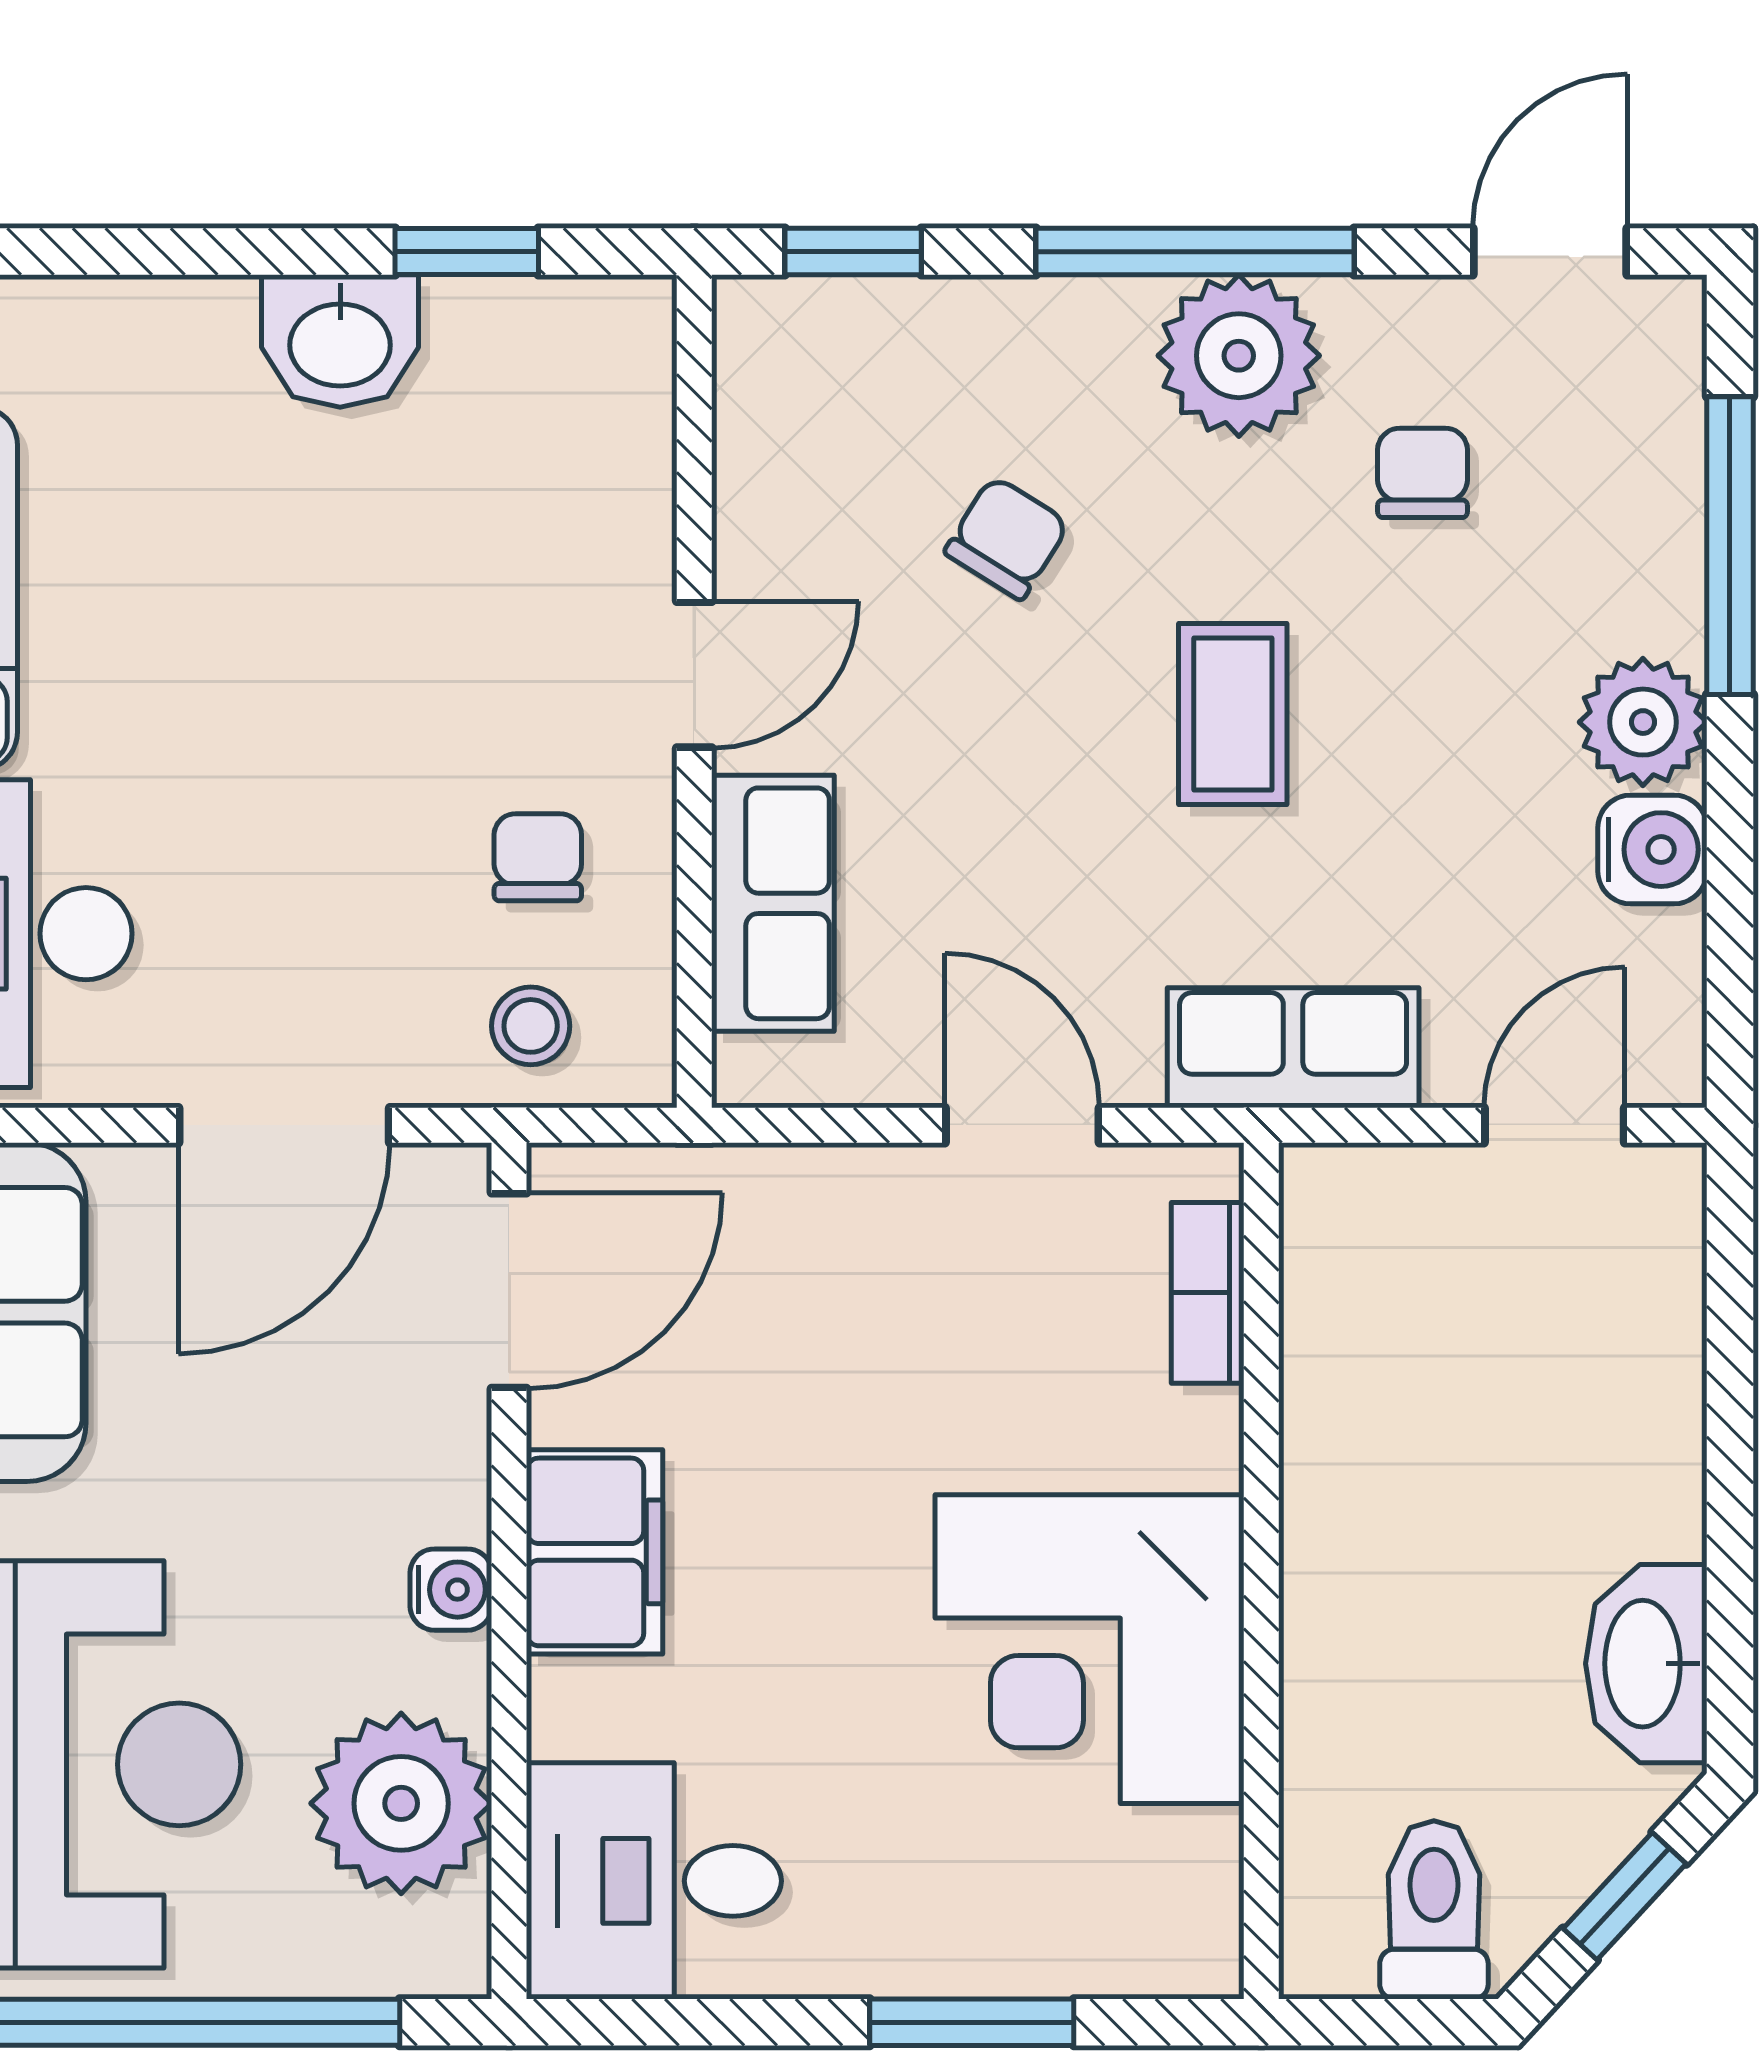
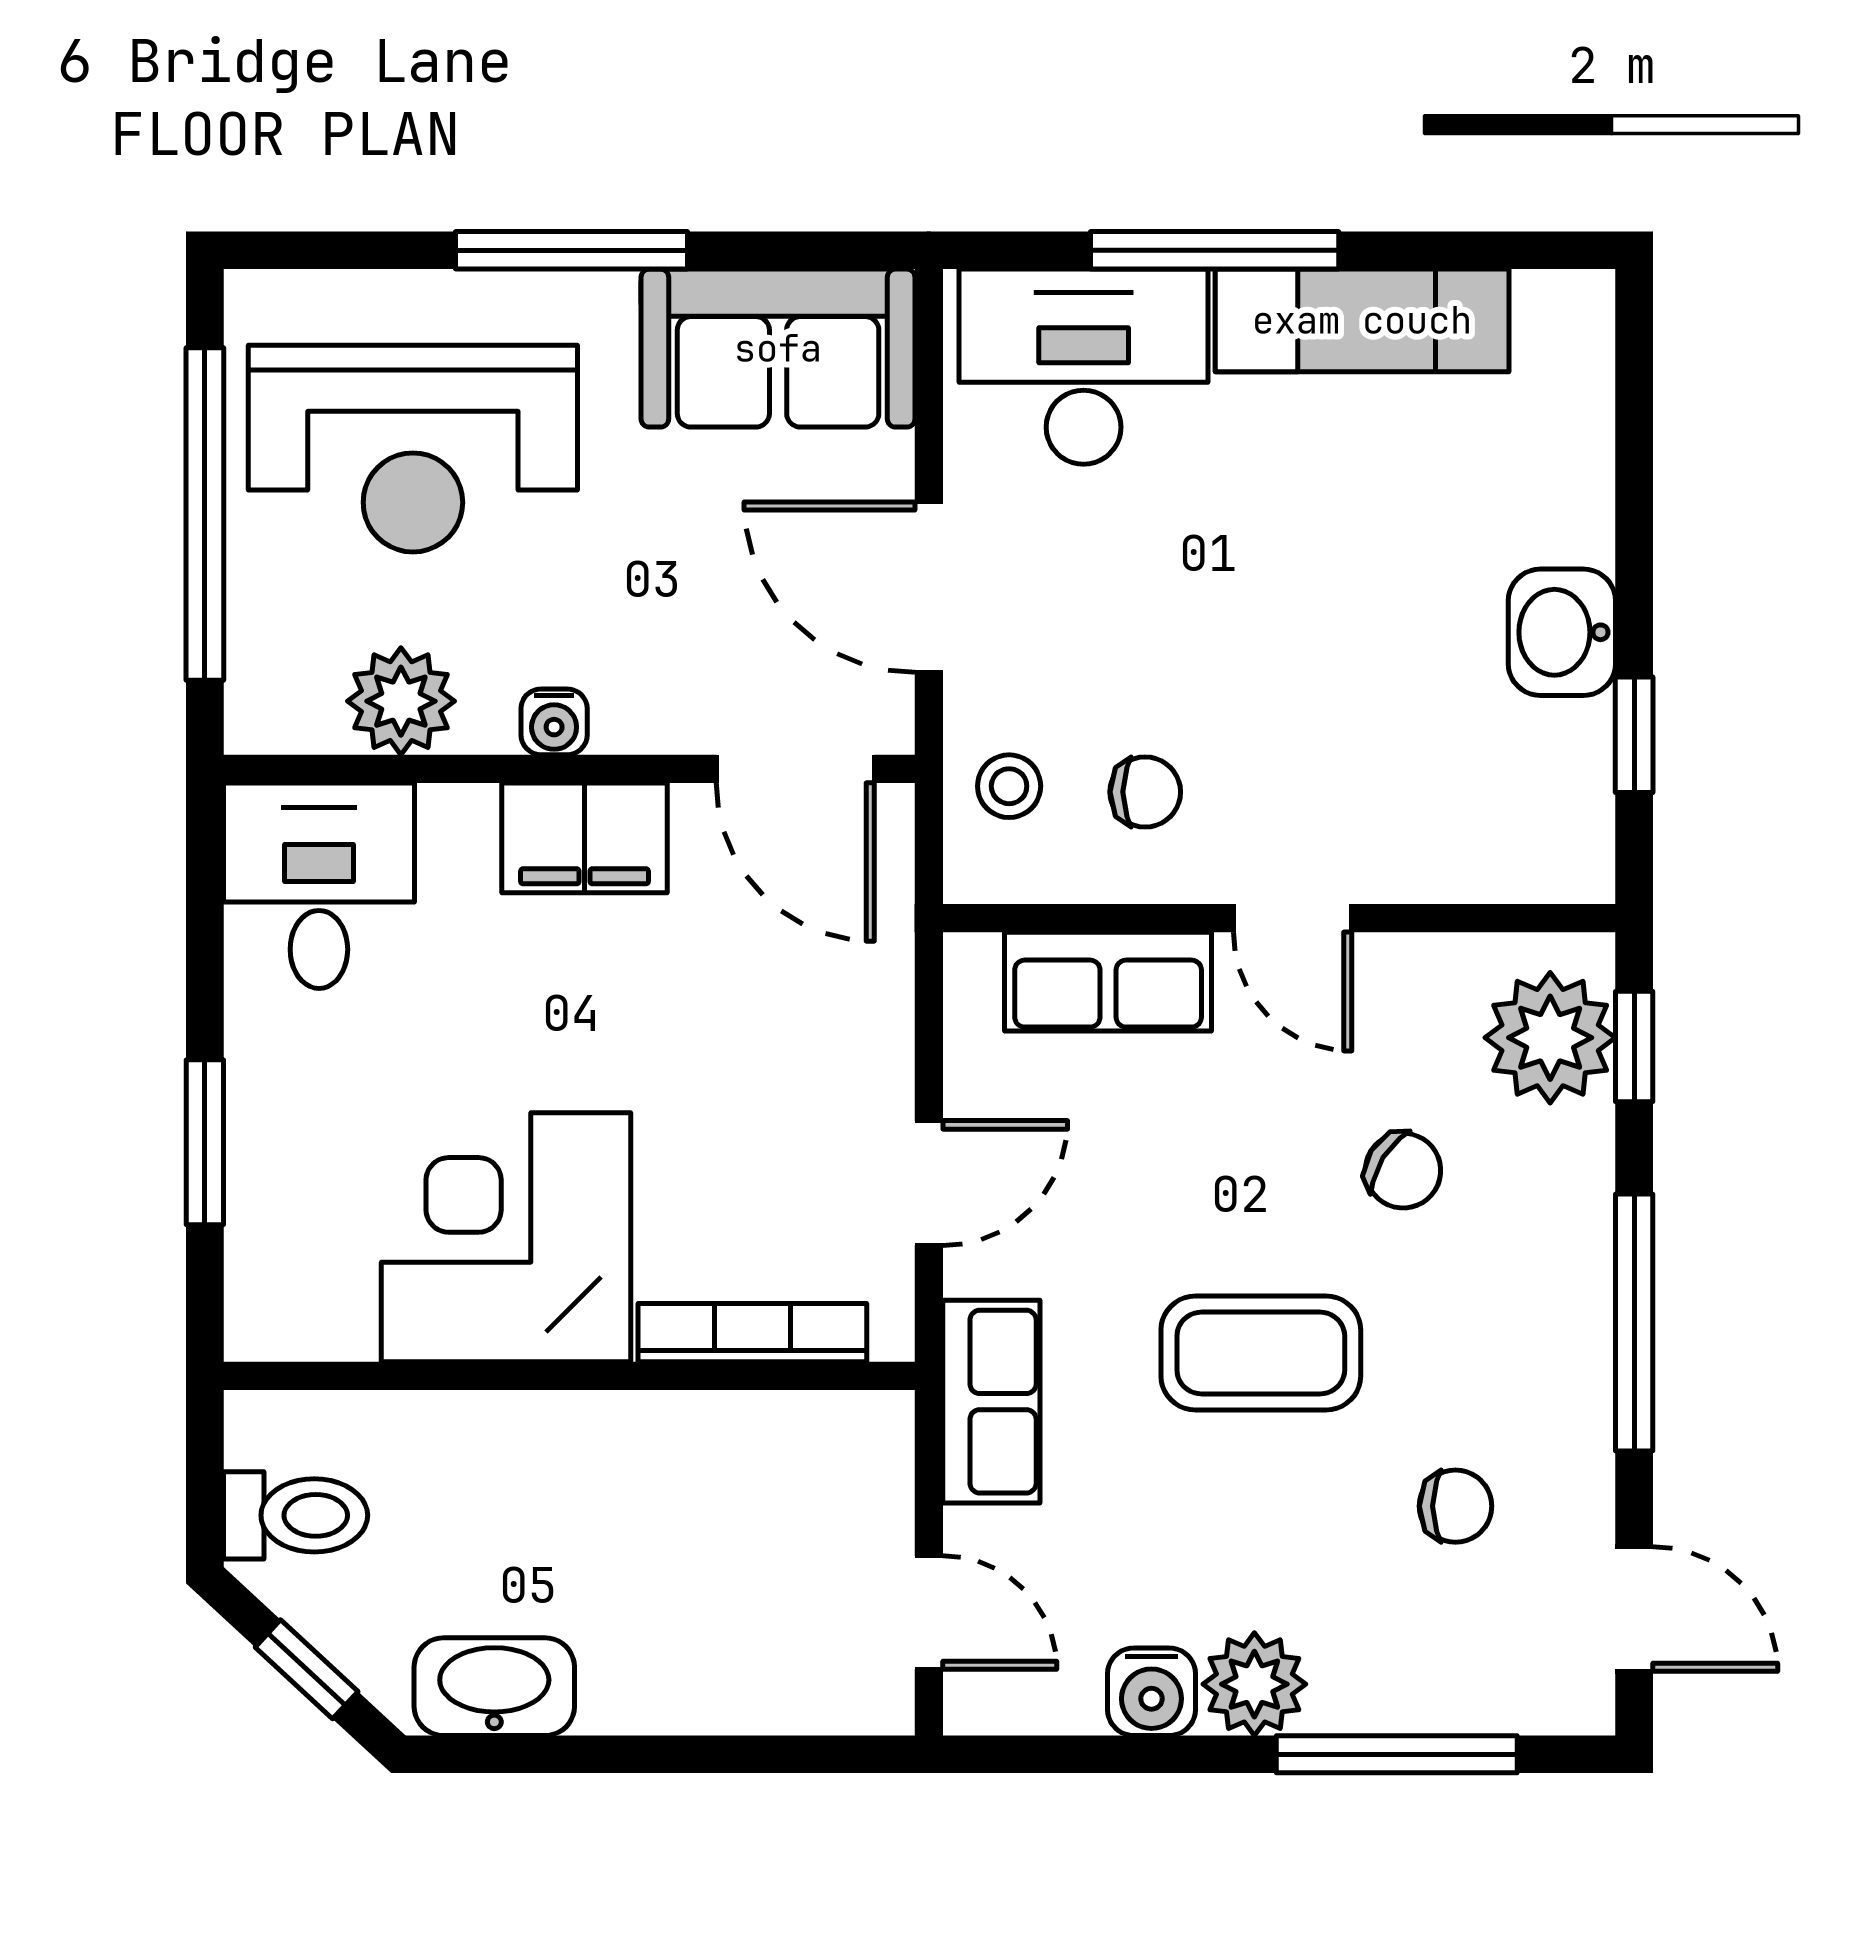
plant: (1239, 356) -> (1550, 1038), moved
coffee table: (1233, 714) -> (1261, 1353), width x1.36, depth x1.30
bookcase: (1208, 1293) -> (752, 1333), width x1.56
plant: (401, 1803) -> (401, 701), width x0.73, depth x0.73

